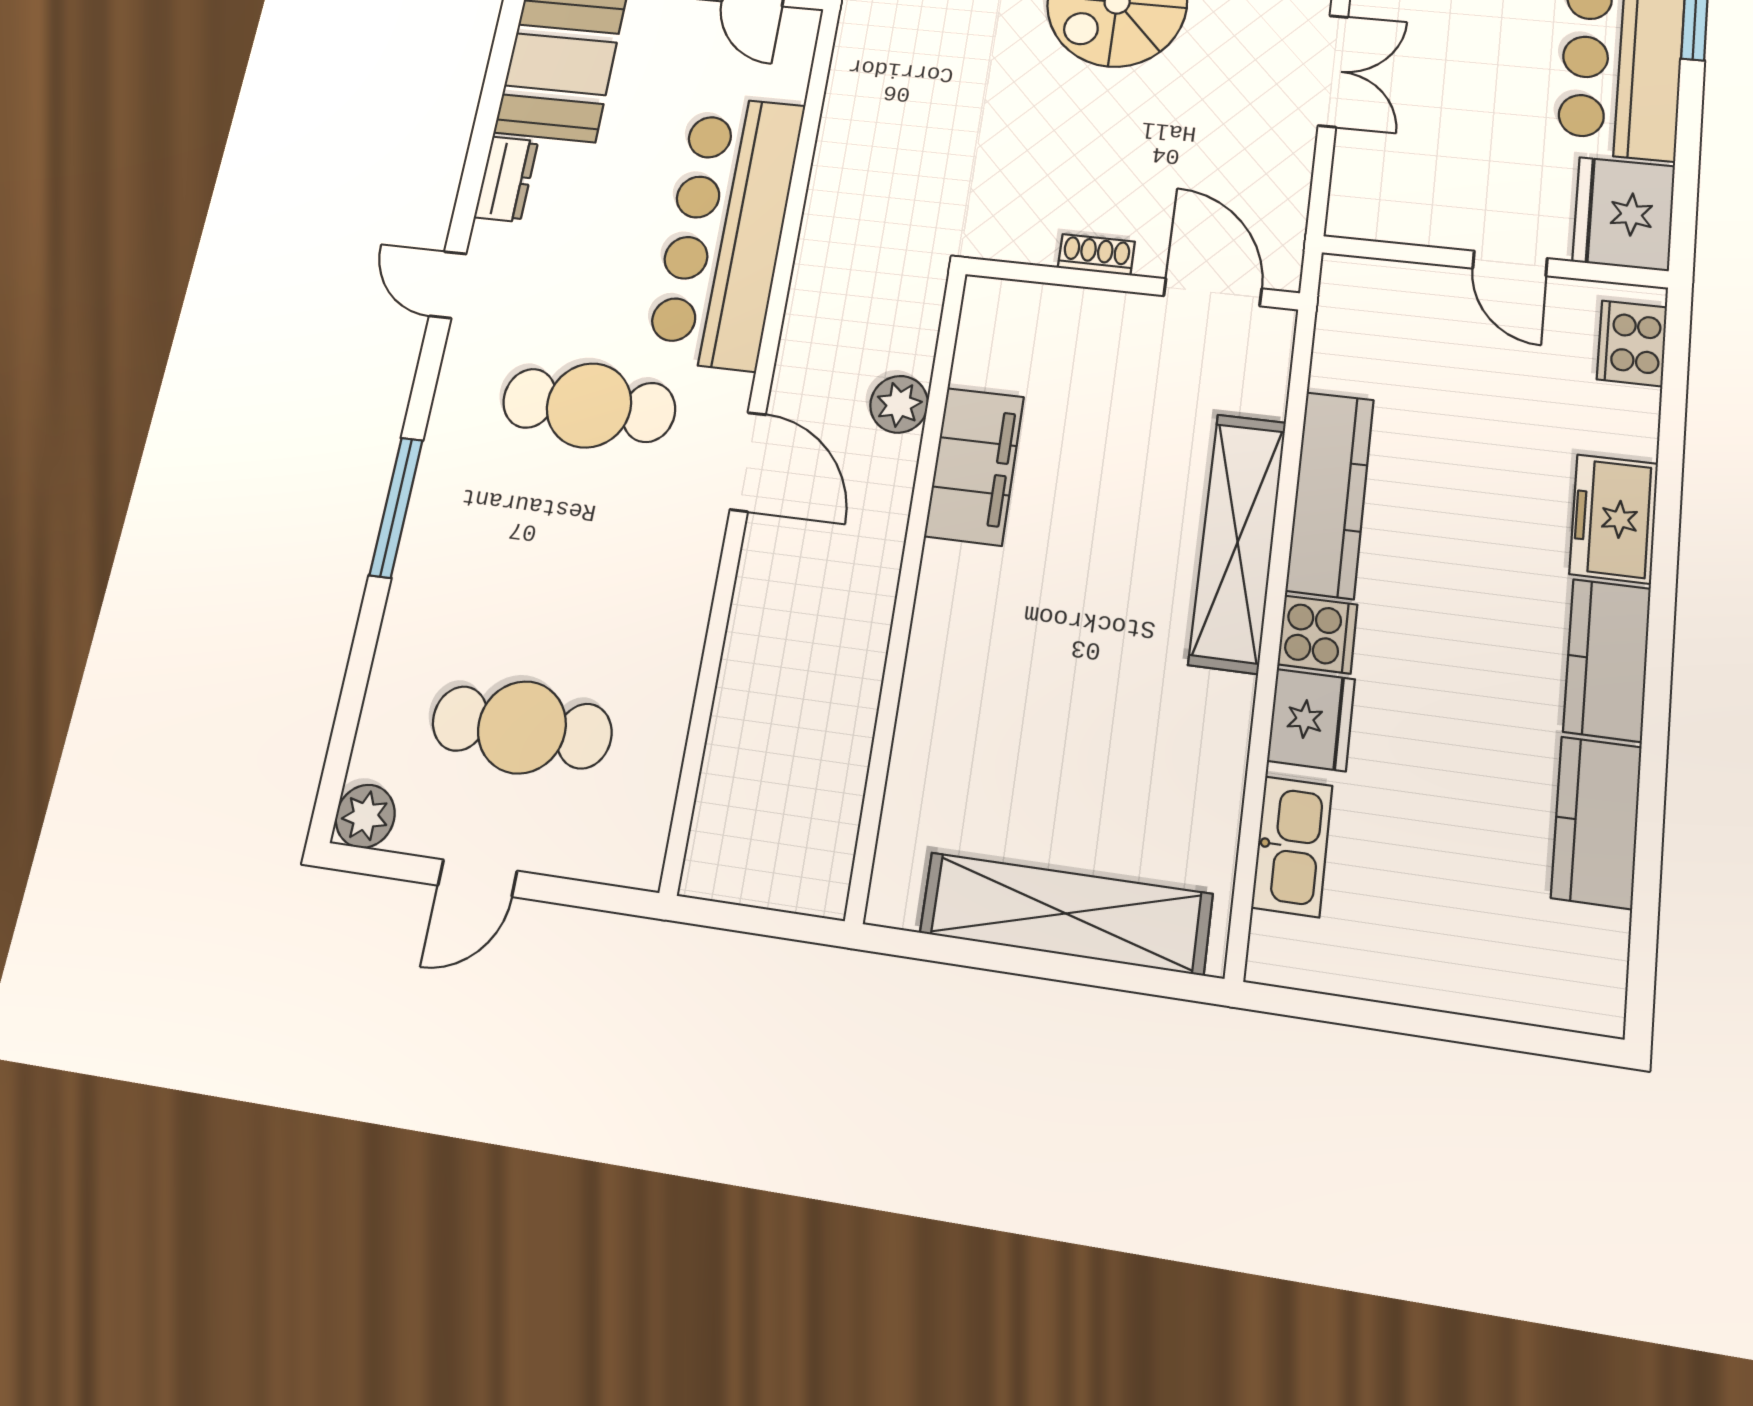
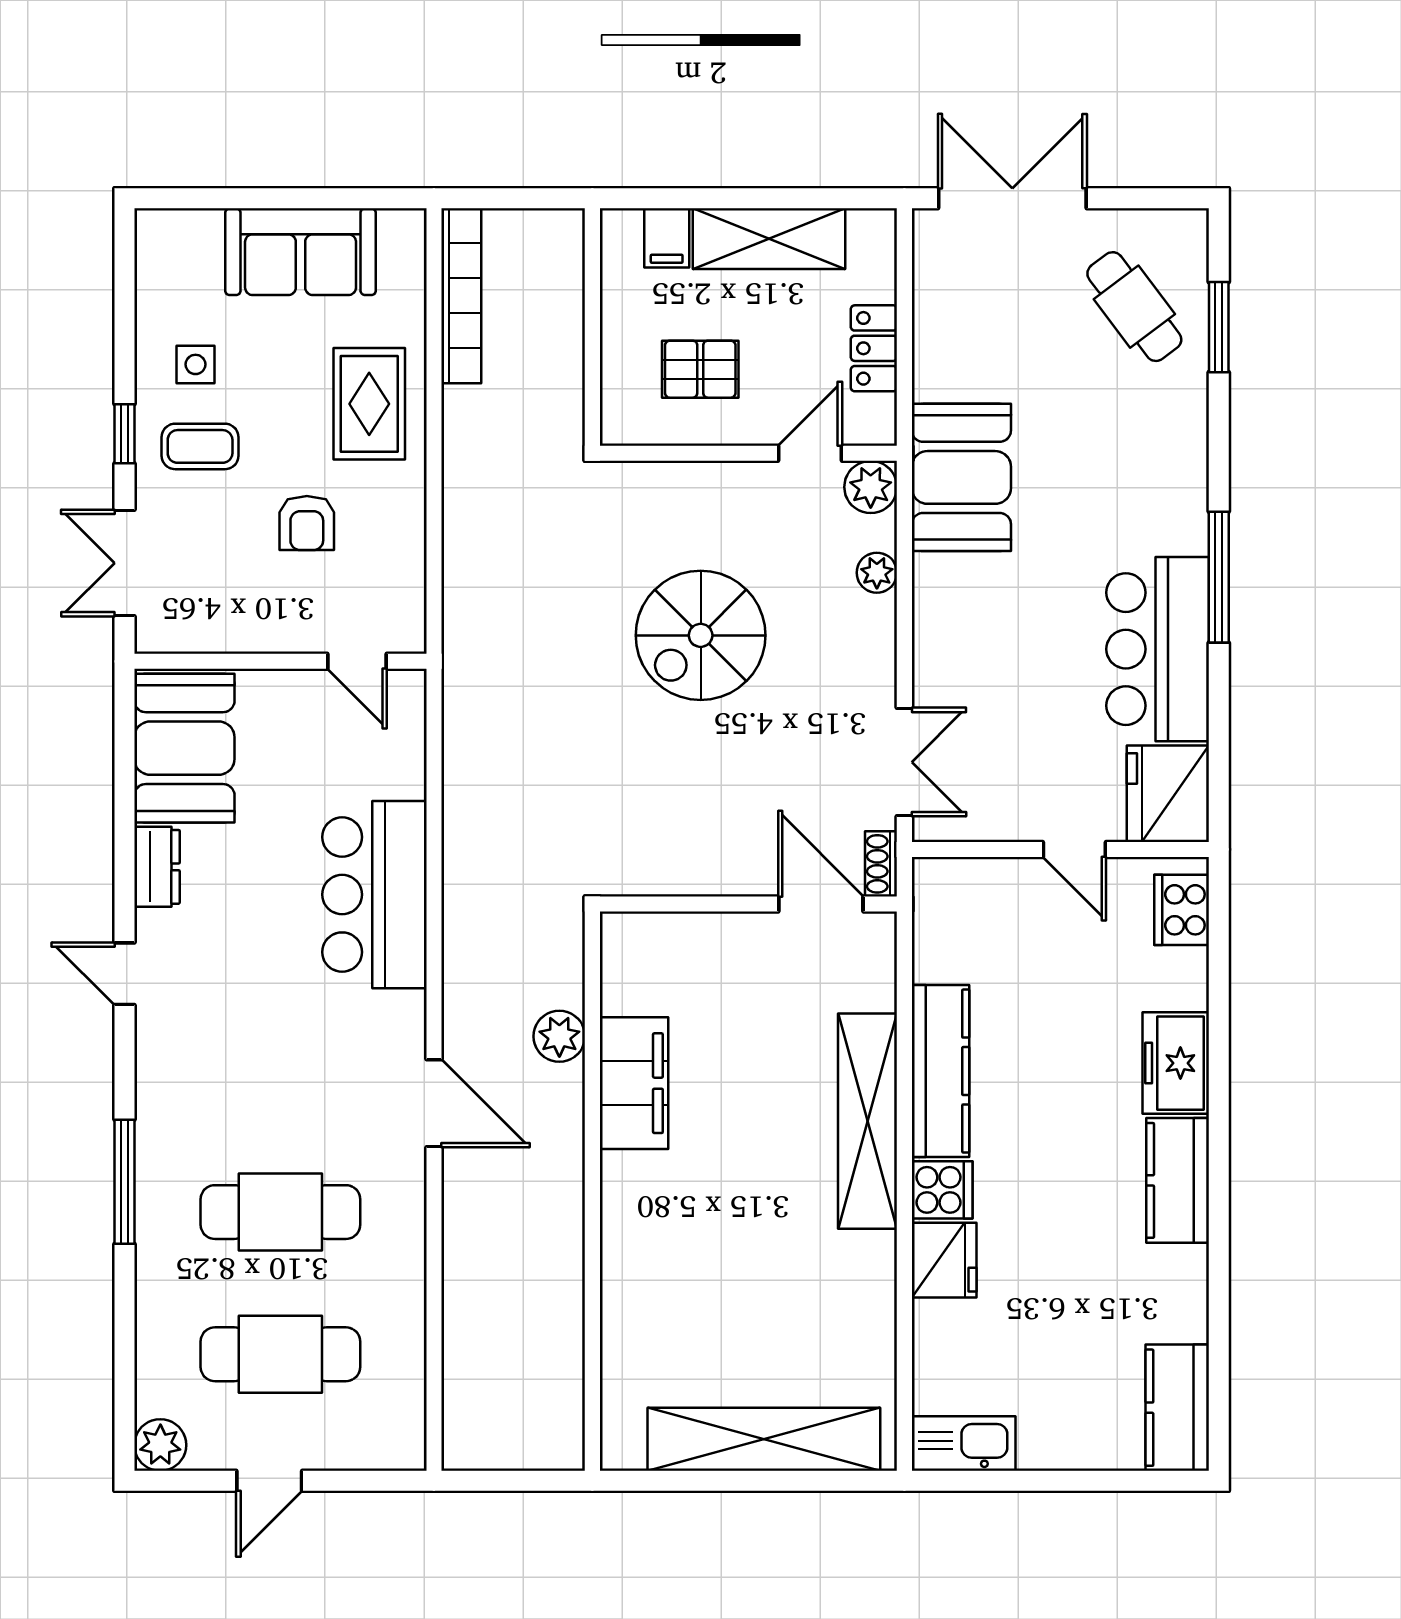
double door: (1333, 71) -> (904, 762), moved
bar counter: (726, 231) -> (374, 895), width x0.73
shoe rack: (1096, 255) -> (881, 864), moved, turned -90
cafe table: (589, 405) -> (280, 1212), moved
kitchen counter: (1596, 822) -> (1177, 1408), moved
kitchen sink: (1292, 846) -> (964, 1444), moved, turned -90

